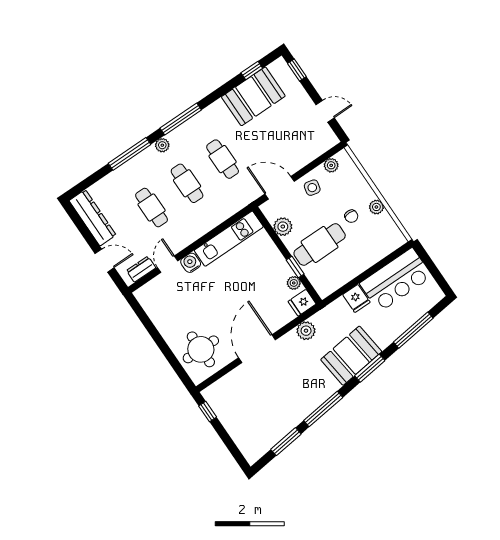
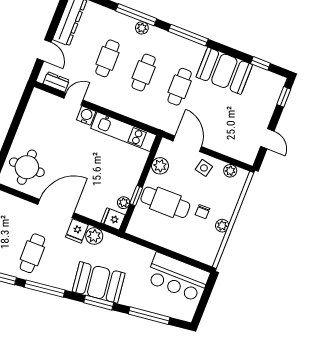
booth: (253, 96) -> (224, 71), moved
plant: (162, 145) -> (142, 28), moved
fridge: (356, 298) -> (77, 231), moved
cafe table: (283, 398) -> (32, 253), added

